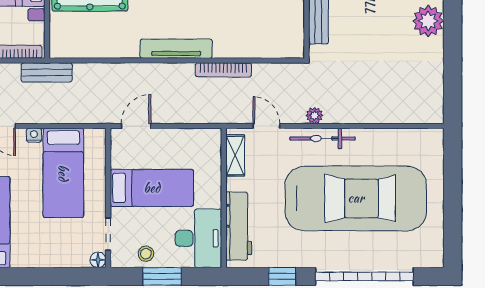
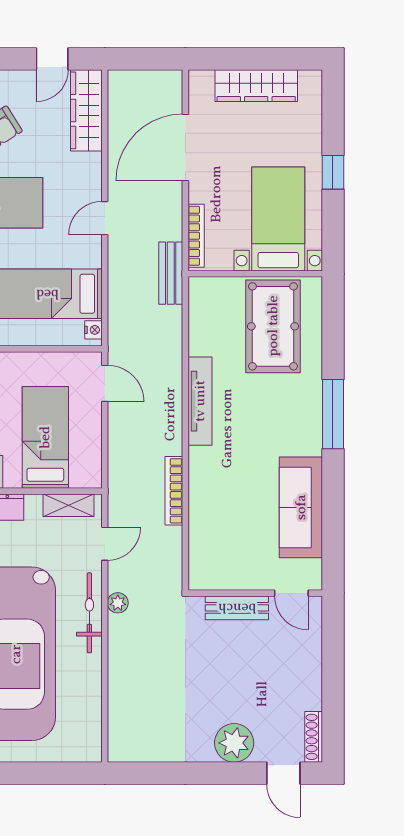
tv unit: (176, 49) -> (200, 401), moved
nightstand: (34, 135) -> (93, 330), moved
bed: (152, 188) -> (45, 437), moved, turned 180

